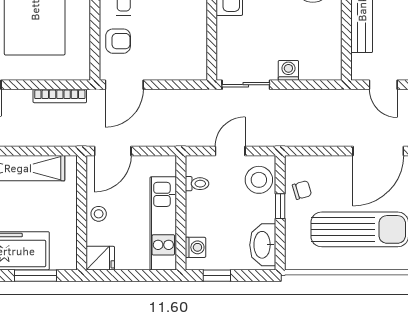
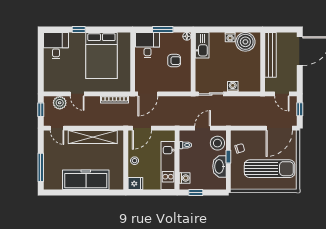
armchair: (118, 41) -> (174, 61), moved
washbasin: (263, 245) -> (219, 166), moved
window: (36, 276) -> (102, 193), removed

